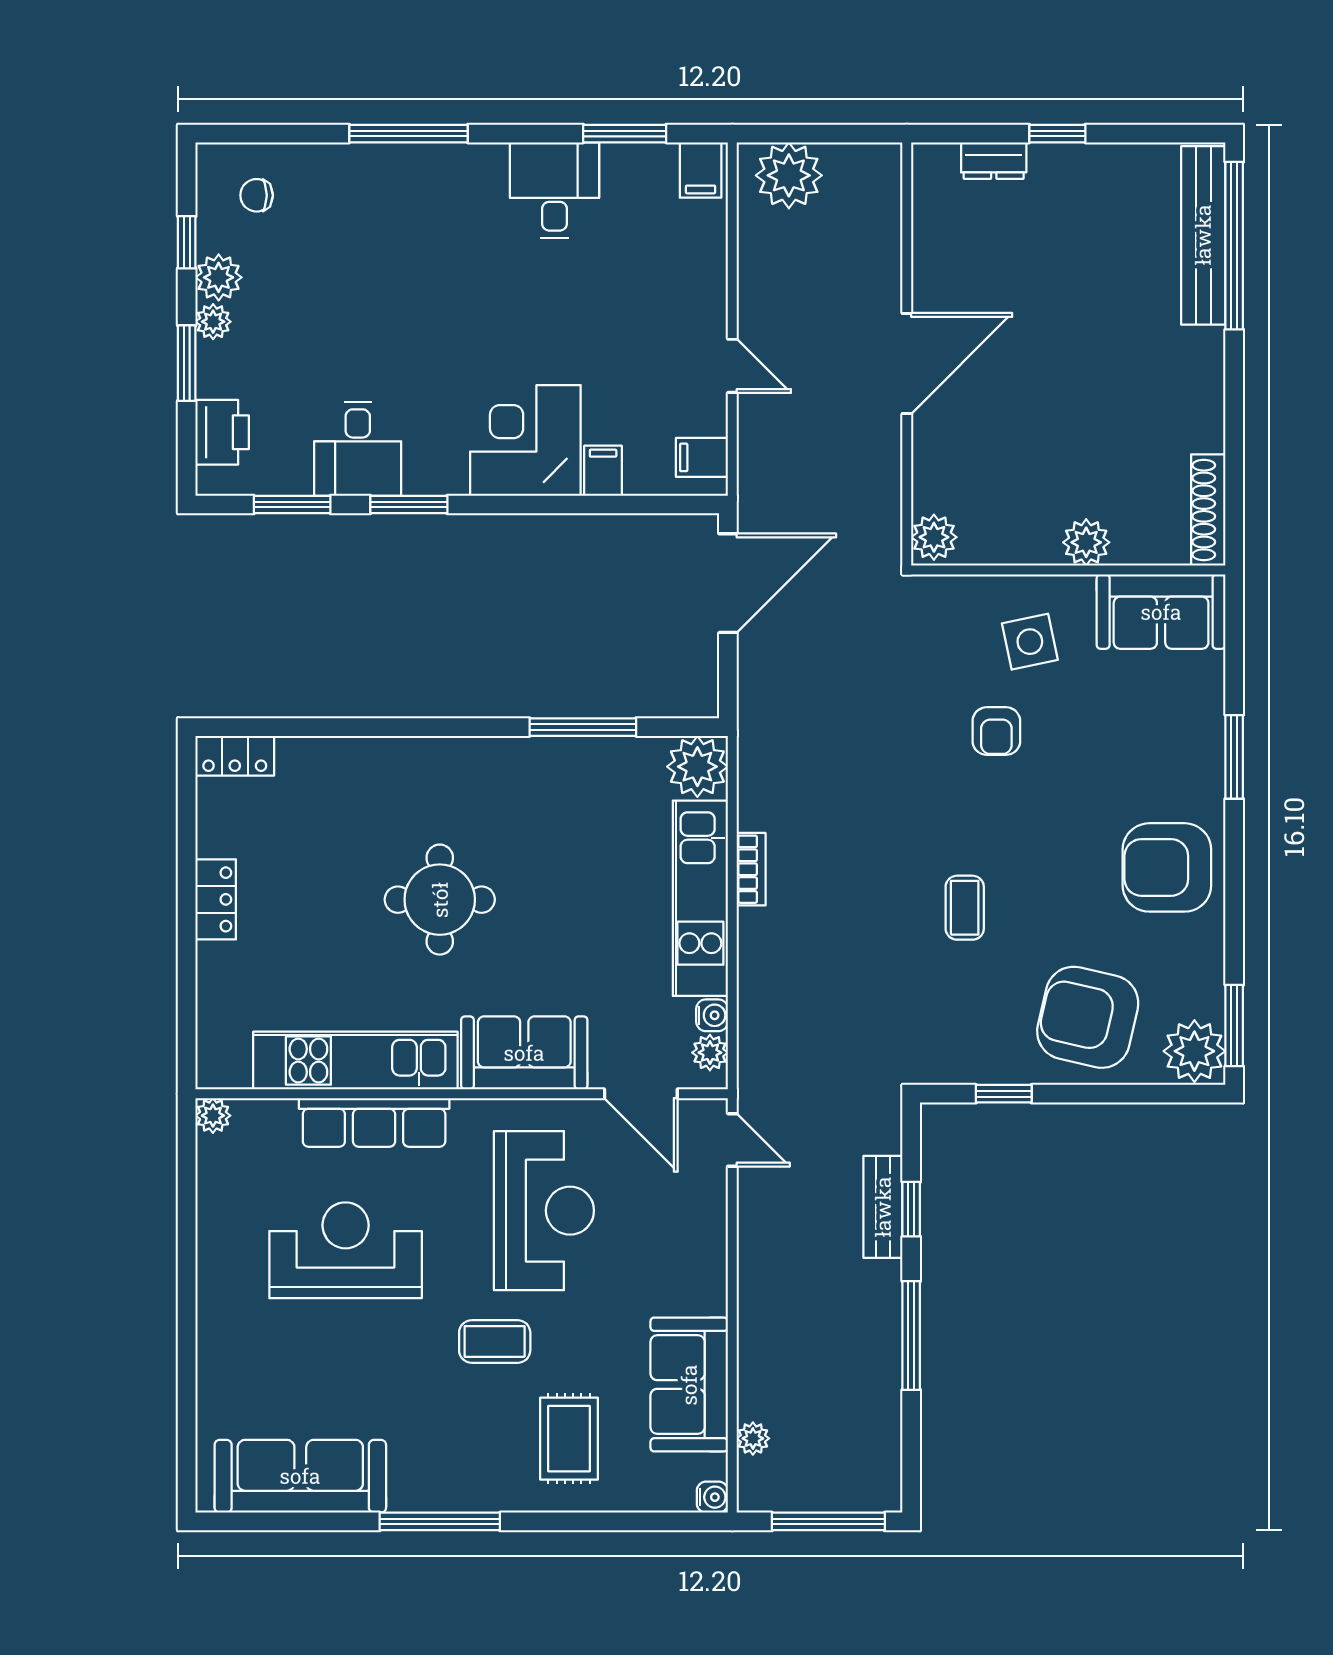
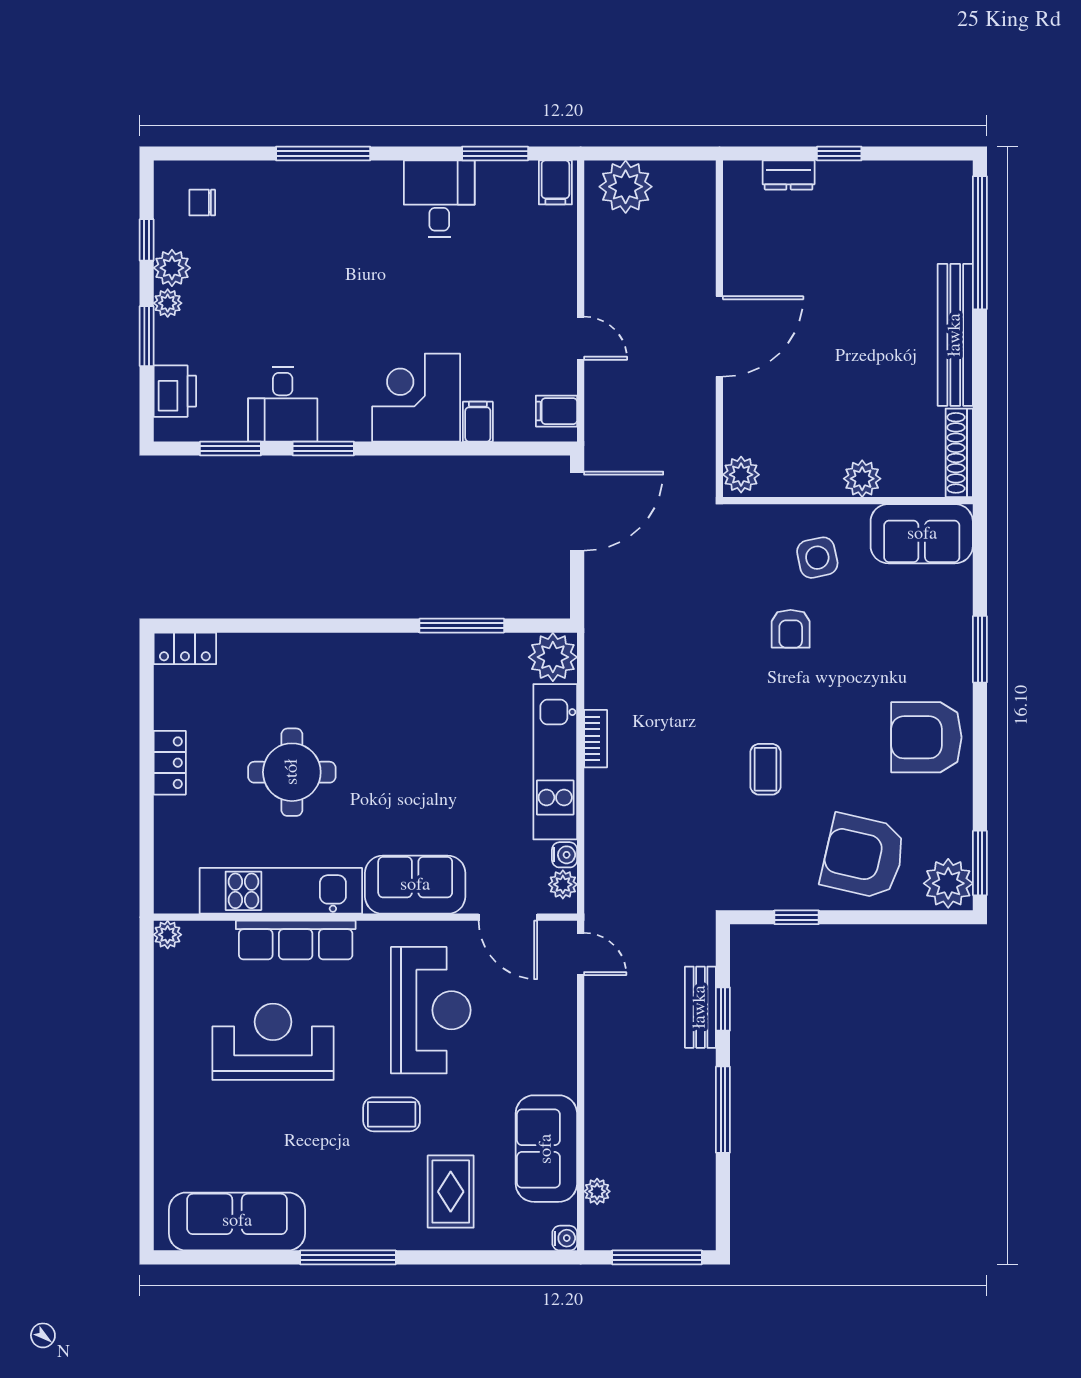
bench: (1203, 235) -> (955, 335), moved
round table: (440, 900) -> (292, 772), moved

